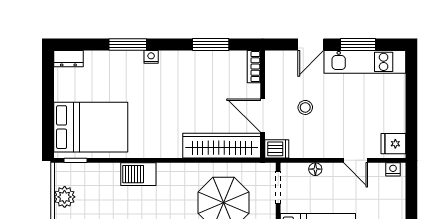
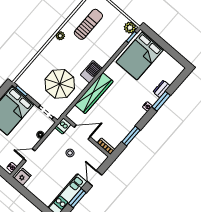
dresser: (68, 59) -> (162, 89), moved
wardrobe: (222, 146) -> (94, 93), moved
barbecue: (138, 174) -> (91, 72), moved
plant: (65, 197) -> (130, 28), moved

